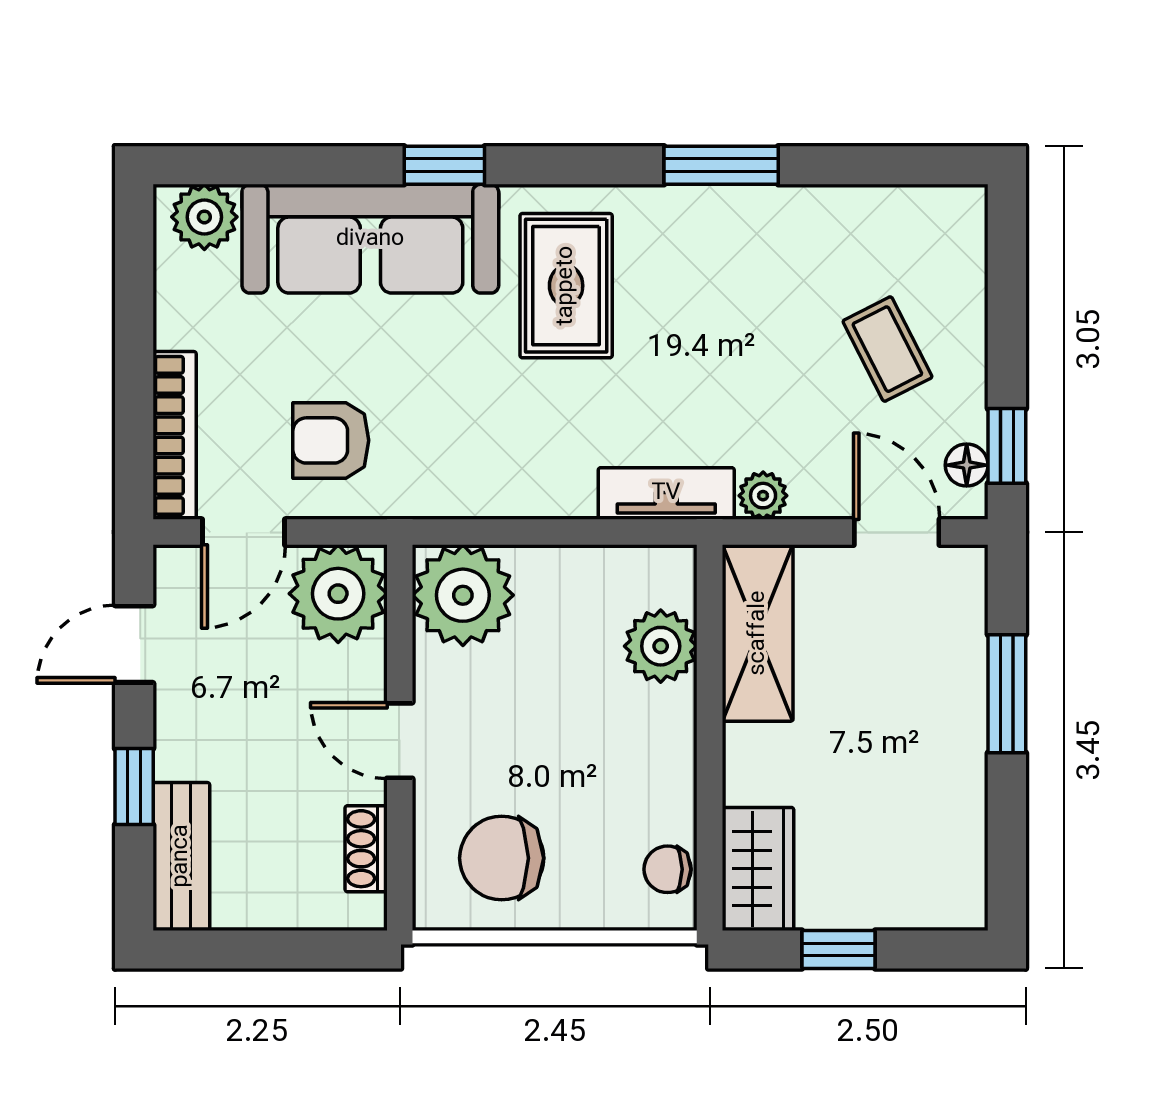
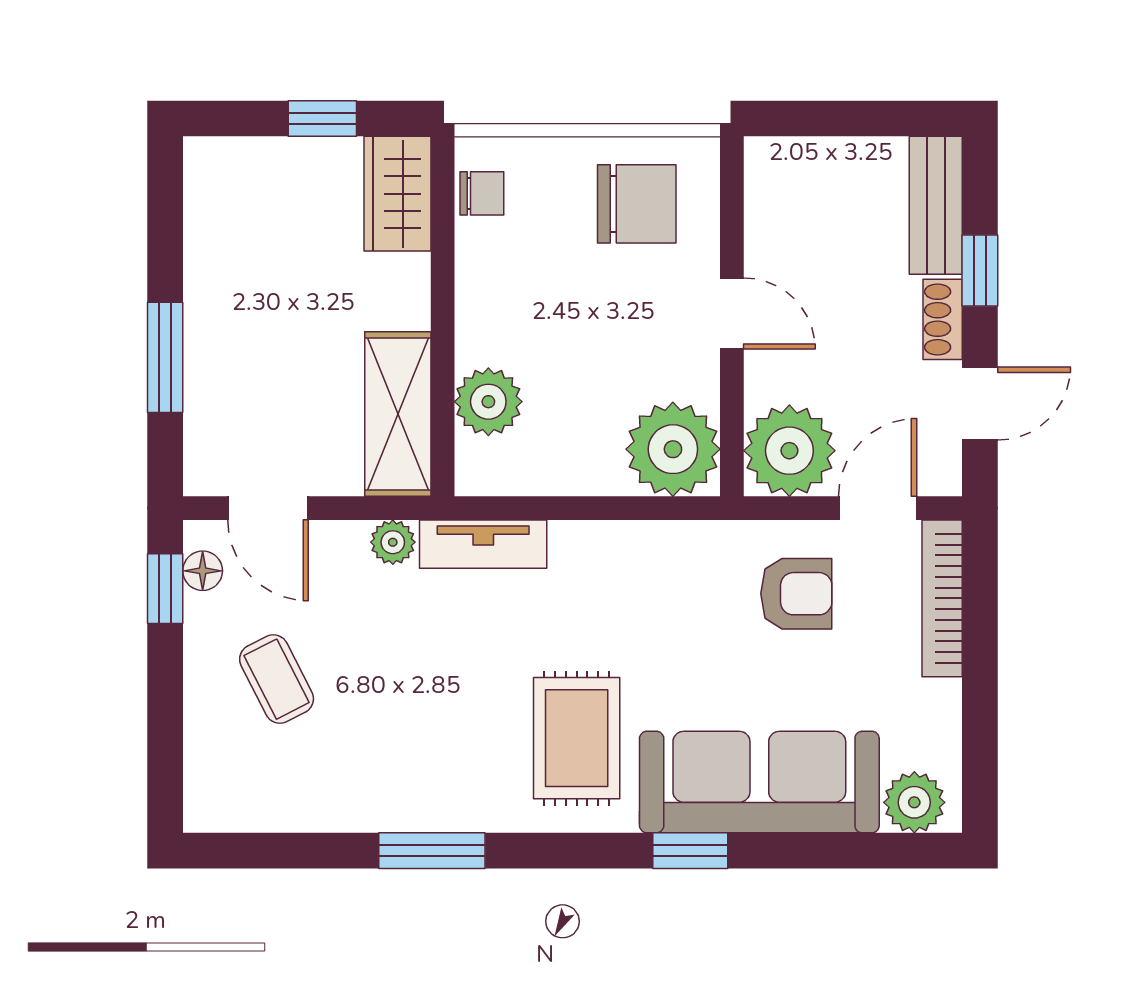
shoe rack: (366, 849) -> (943, 319), moved, turned 180

